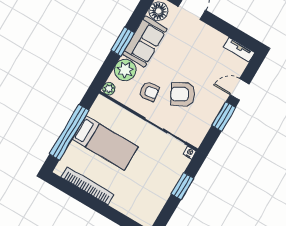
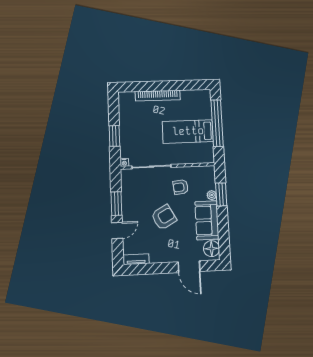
window: (123, 42) -> (221, 194), moved
plant: (125, 70) -> (212, 195), width x0.53, depth x0.53
plant: (109, 89) -> (210, 171), removed
armchair: (183, 94) -> (164, 217), moved
bookcase: (88, 186) -> (158, 96), moved

